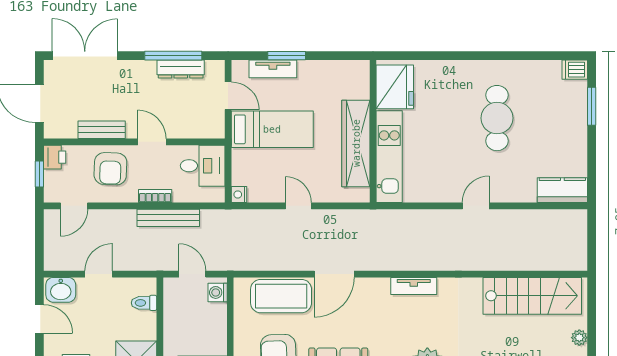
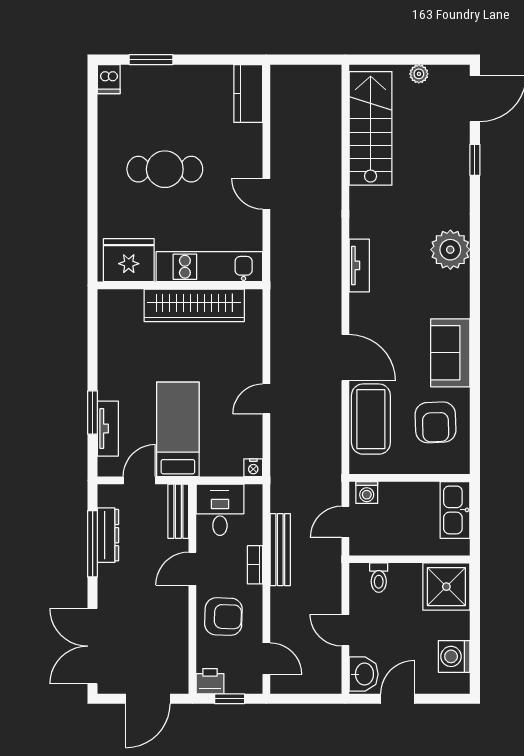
fridge: (395, 87) -> (129, 260), moved
bench: (102, 130) -> (178, 511), moved
wall: (373, 131) -> (180, 285), moved
wardrobe: (356, 143) -> (194, 305), moved
kitchen unit: (389, 157) -> (209, 267), moved

